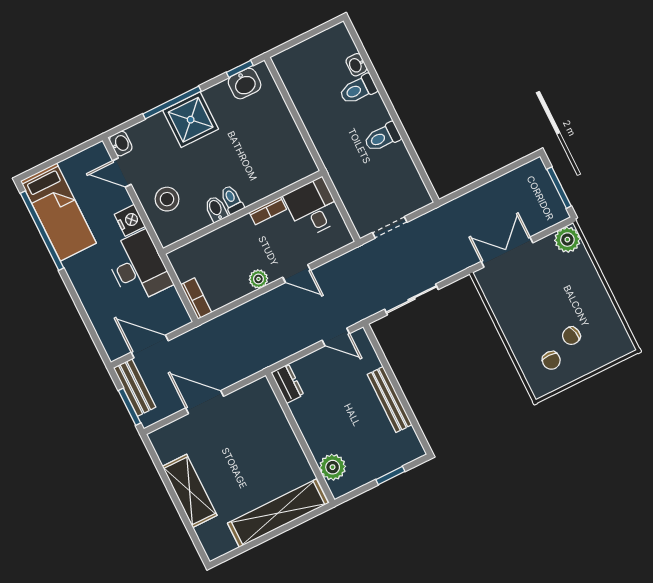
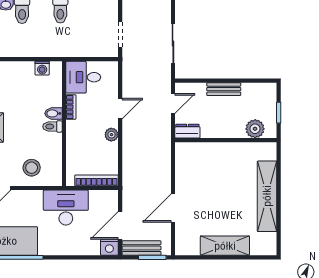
washing machine: (299, 150) -> (42, 68), added
bidet: (216, 209) -> (53, 113), moved
nightstand: (130, 220) -> (109, 247), moved, turned 180
bookcase: (196, 299) -> (96, 180), width x1.56
dresser: (287, 384) -> (187, 131), moved
bench: (390, 400) -> (224, 89), width x0.73
wall: (300, 438) -> (226, 140), moved
plant: (333, 467) -> (255, 129), moved

